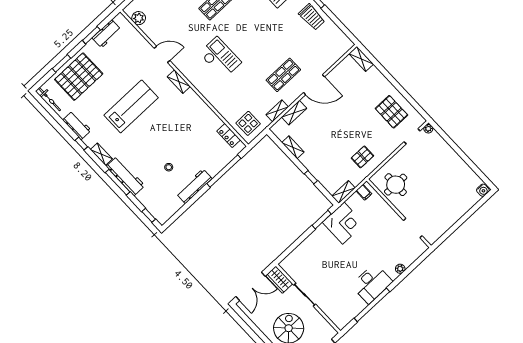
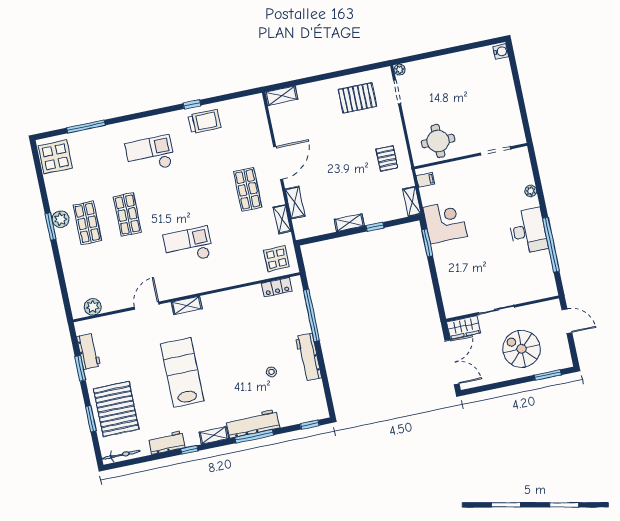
shelving: (293, 147) -> (349, 223), moved

